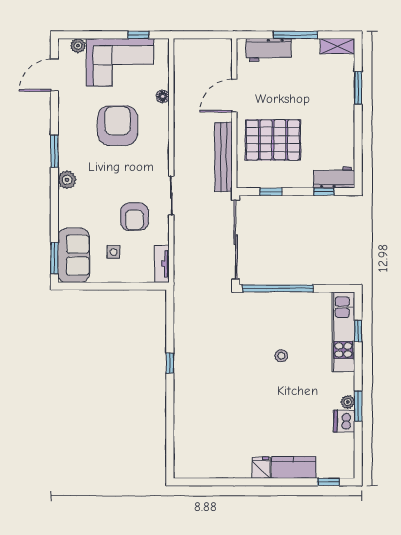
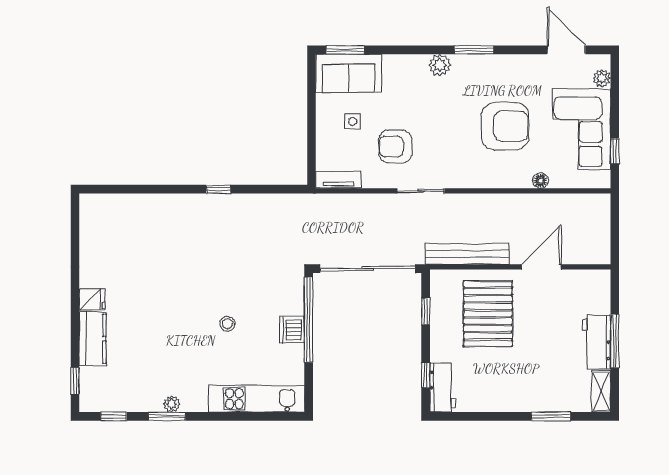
workbench: (268, 50) -> (597, 342), moved
door: (234, 96) -> (541, 267), hinge flipped
window: (358, 331) -> (114, 416), moved
dishwasher: (344, 421) -> (292, 330), moved, turned -90

